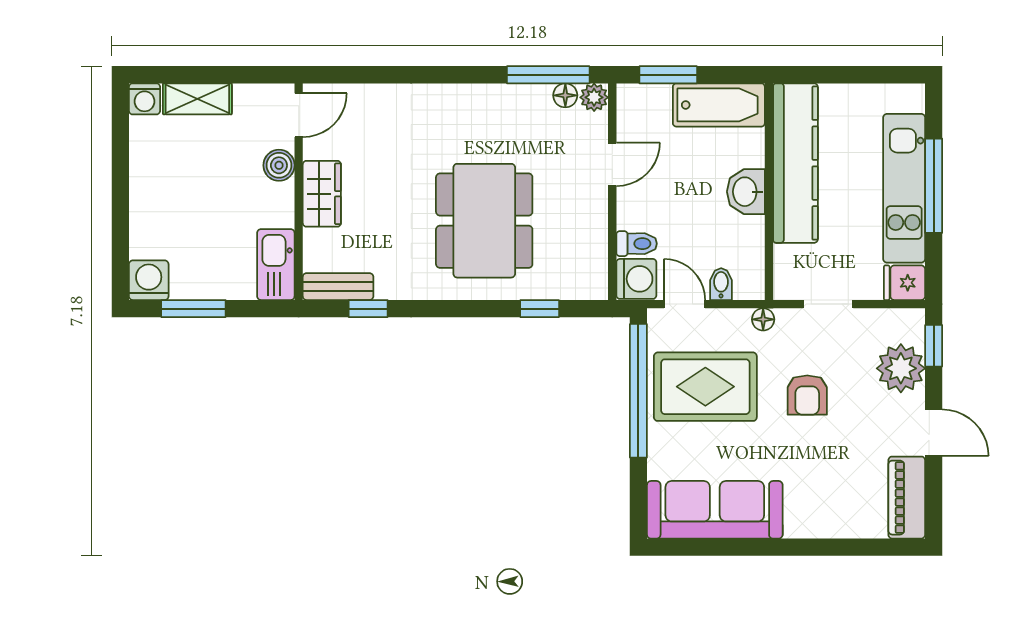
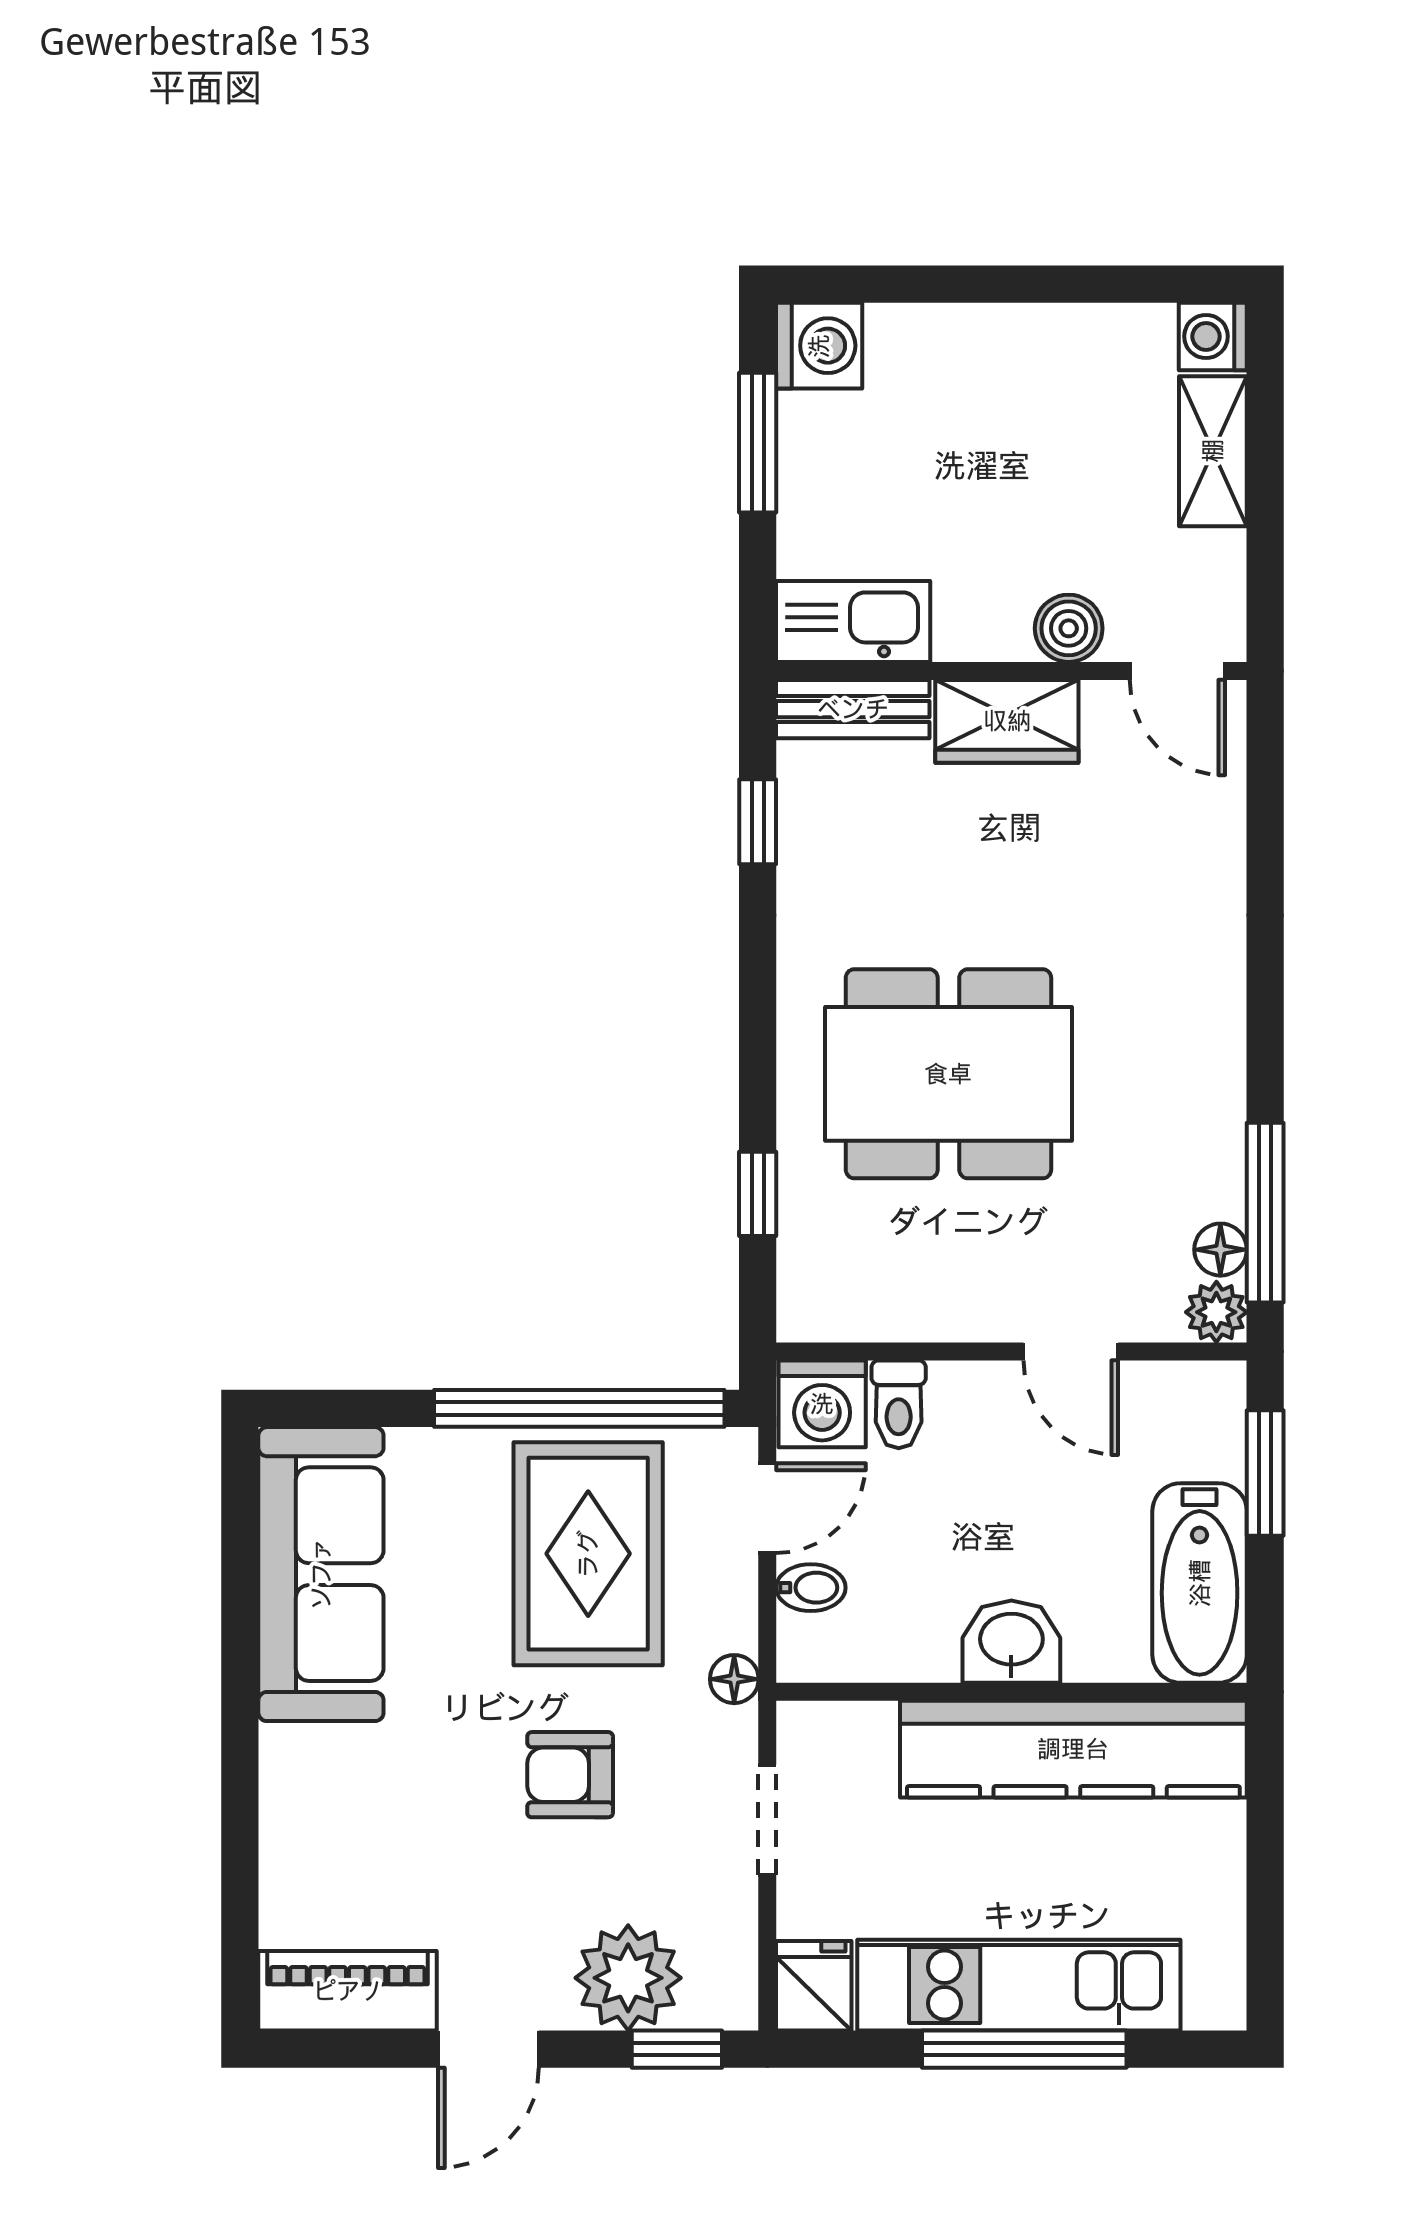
bench: (338, 287) -> (853, 709), moved, turned 90

